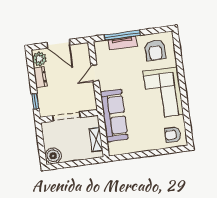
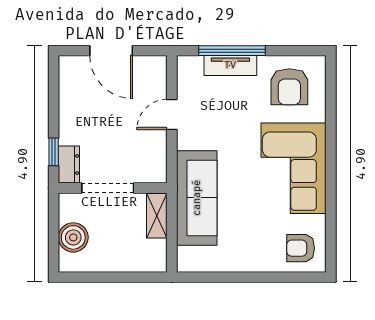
plant: (39, 59) -> (72, 74), removed
dresser: (40, 77) -> (69, 164), moved
shelving: (96, 140) -> (157, 216), moved
boiler: (53, 156) -> (73, 237), moved

